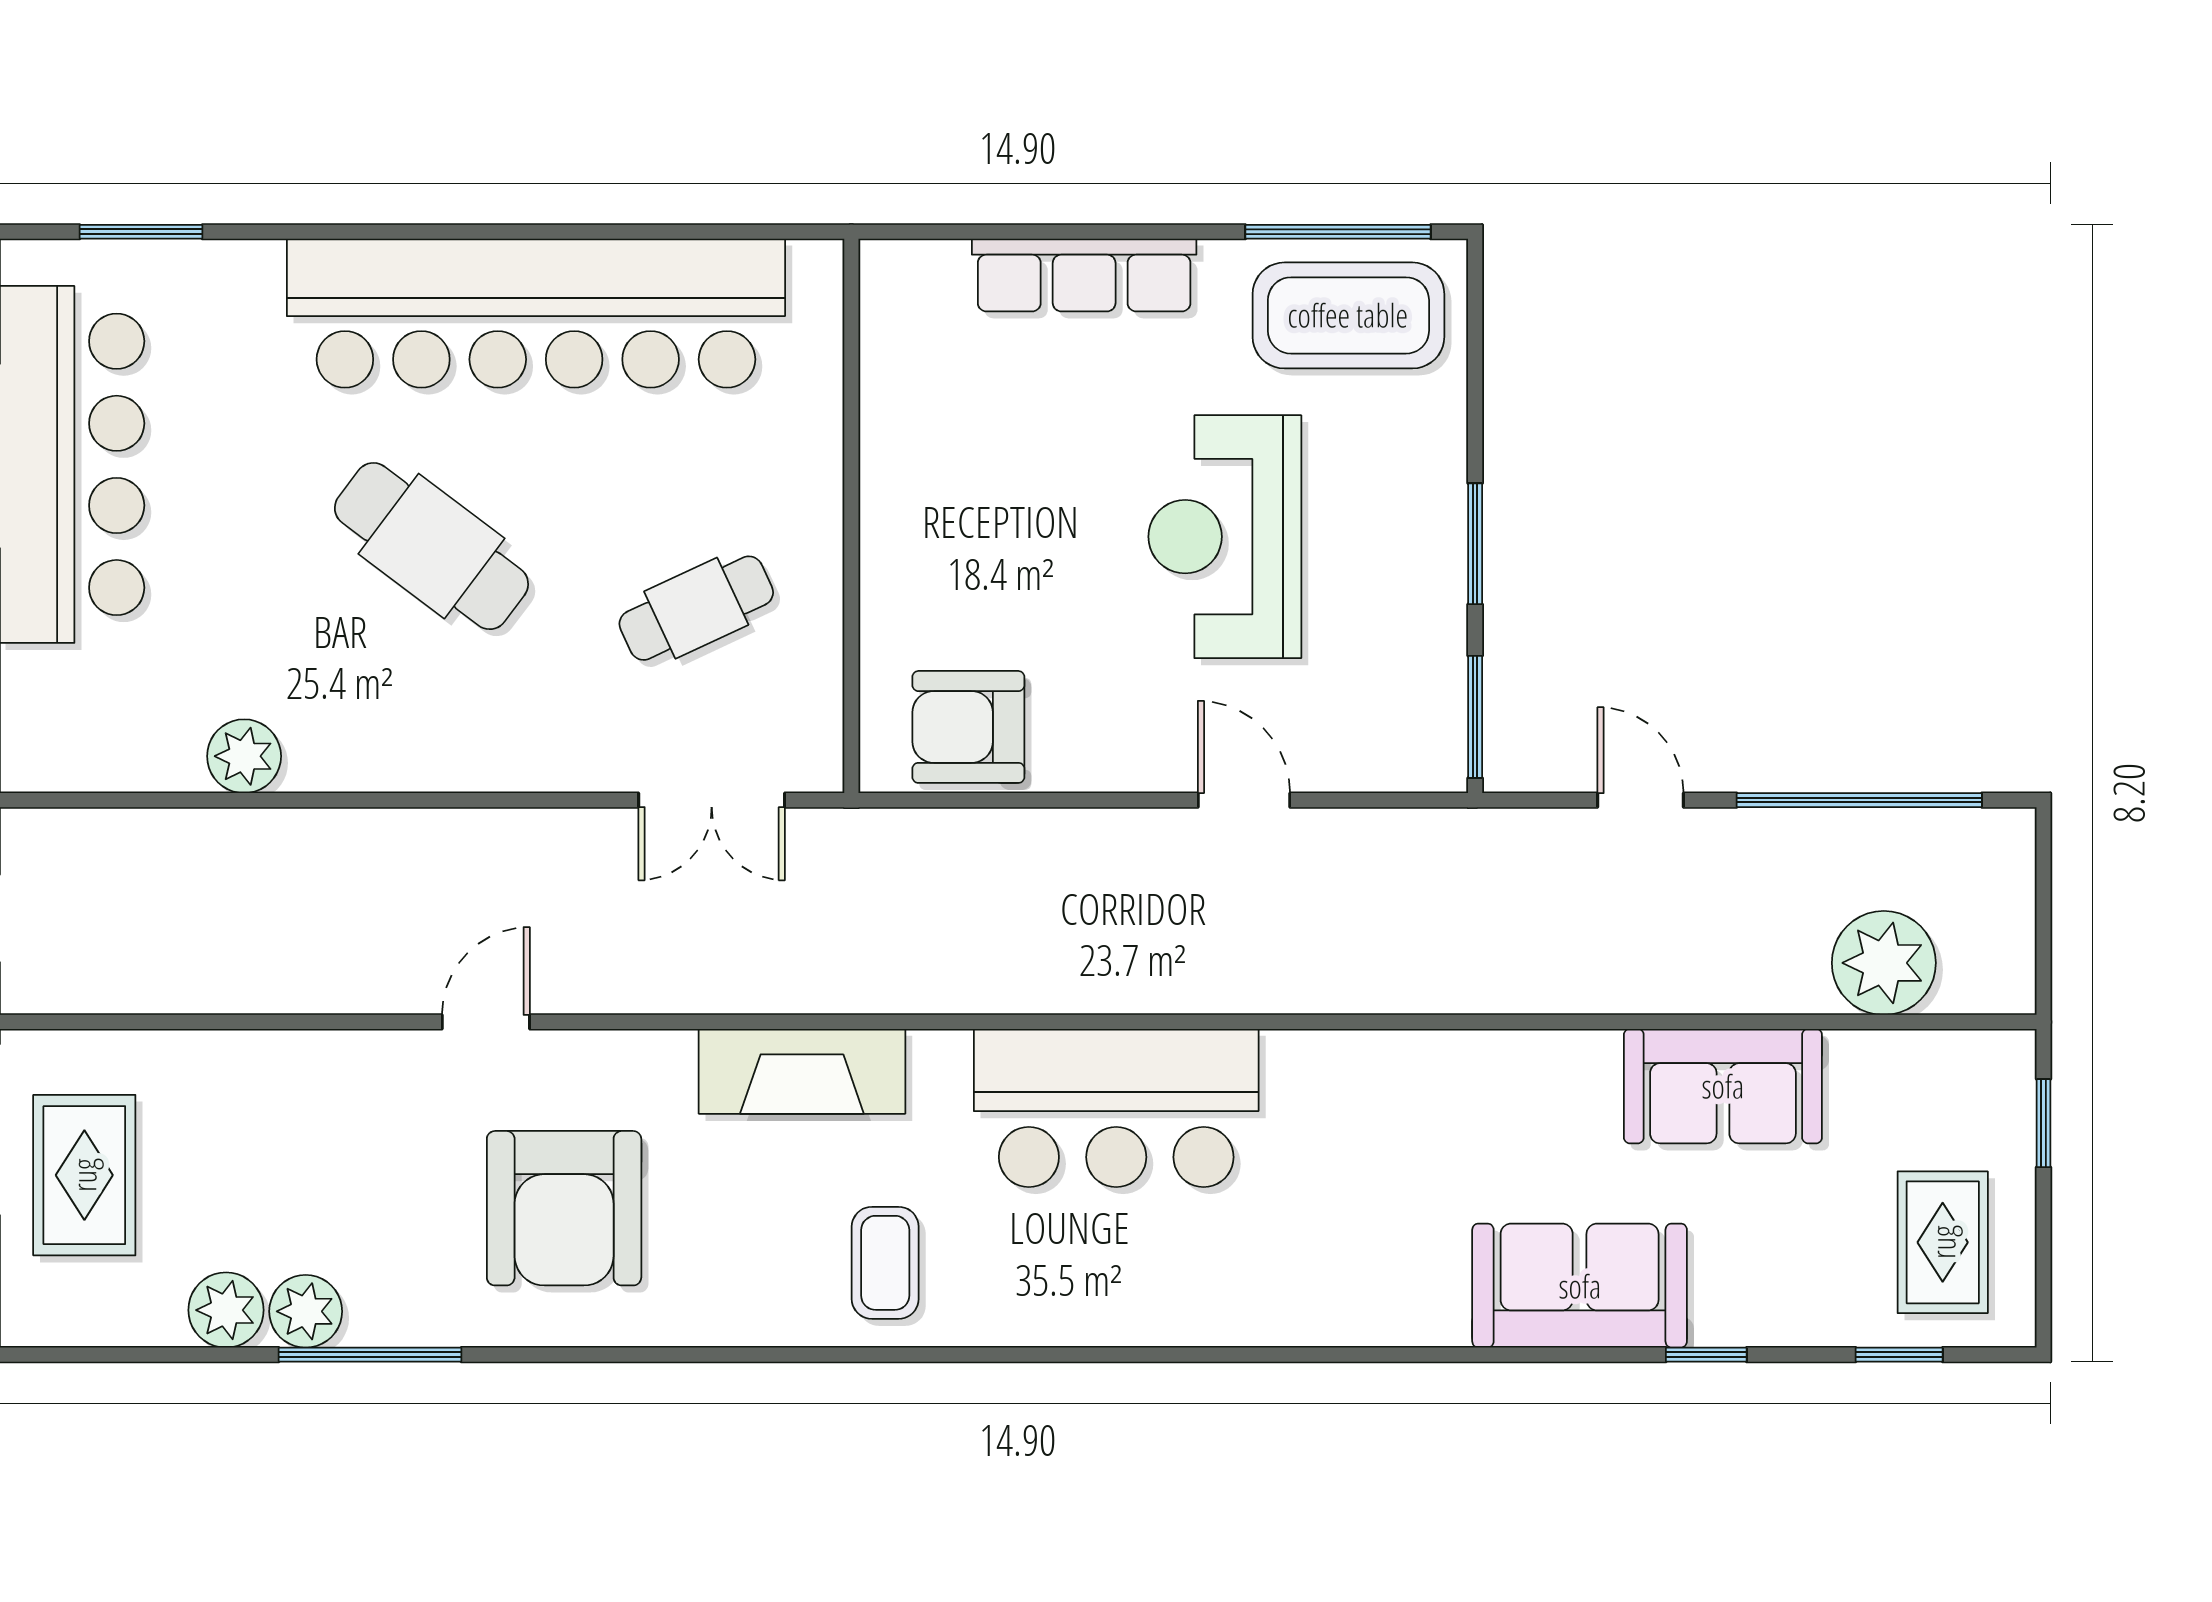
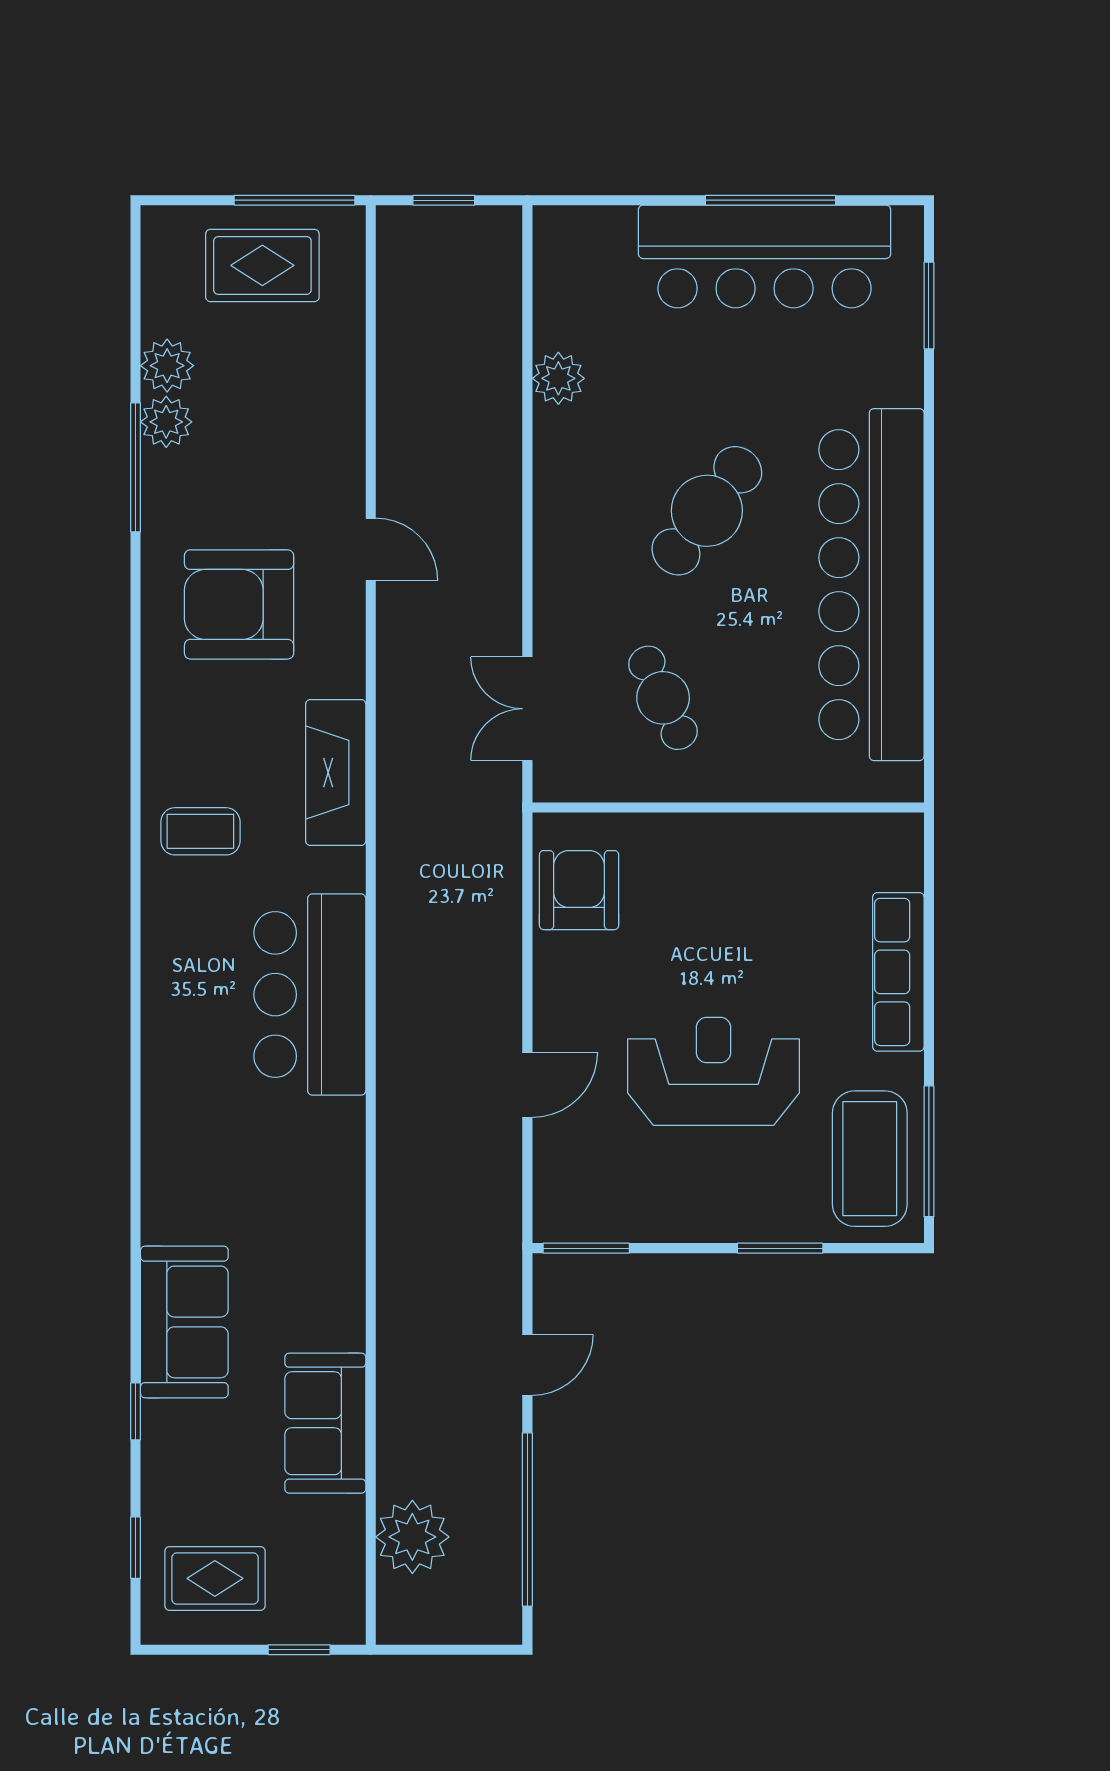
window: (1475, 544) -> (780, 1248), moved

